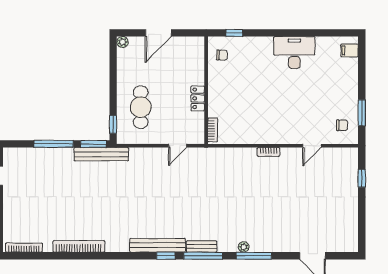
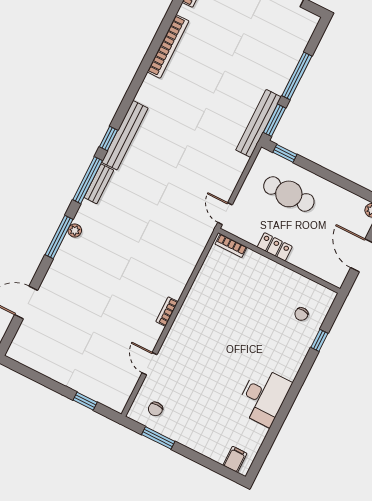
wall: (206, 90) -> (279, 261), moved
locker: (198, 98) -> (275, 247), moved
bookcase: (213, 130) -> (231, 246), moved

